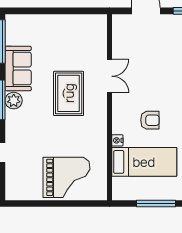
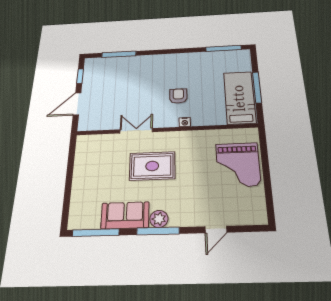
nightstand: (117, 140) -> (185, 122), moved
bed: (144, 162) -> (239, 98), moved
grand piano: (67, 177) -> (238, 165), turned 180

